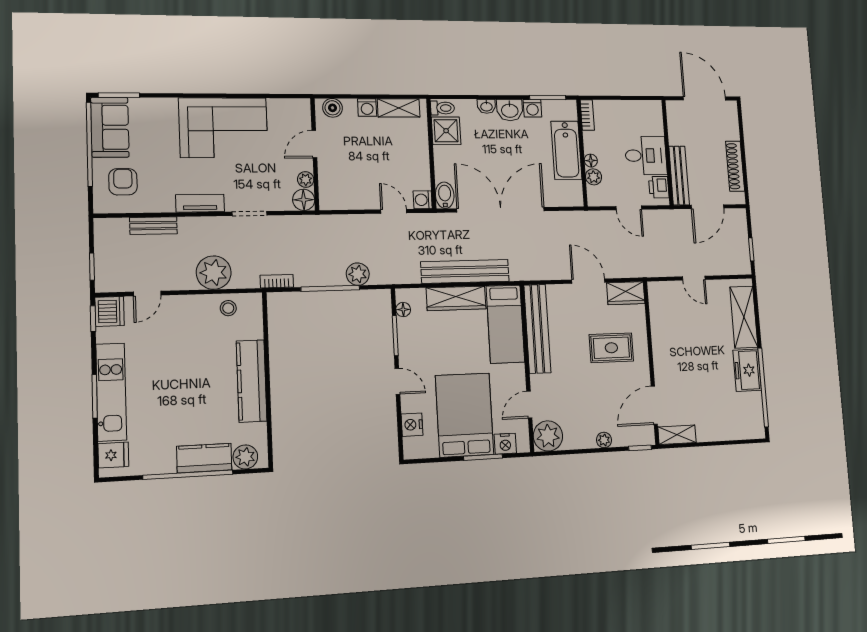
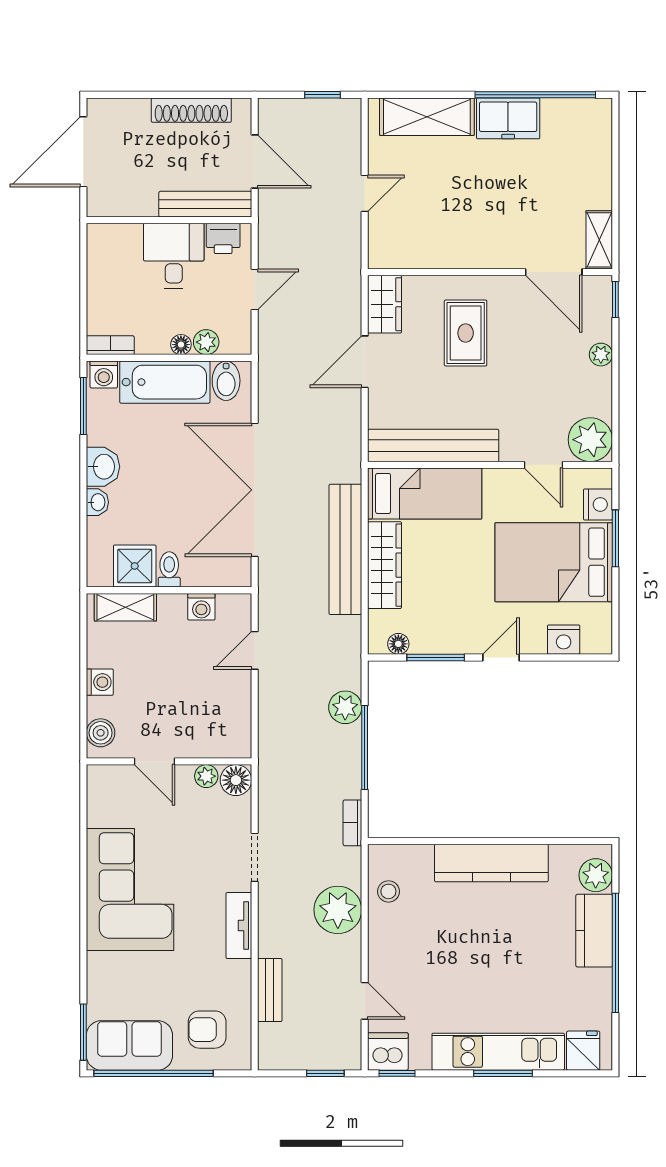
shelving: (399, 108) -> (125, 607), moved, turned 90
toilet: (443, 108) -> (169, 569), moved
washing machine: (532, 108) -> (104, 374), moved, turned 90
bidet: (445, 195) -> (226, 381), moved, turned -90
washing machine: (423, 200) -> (201, 607), moved

